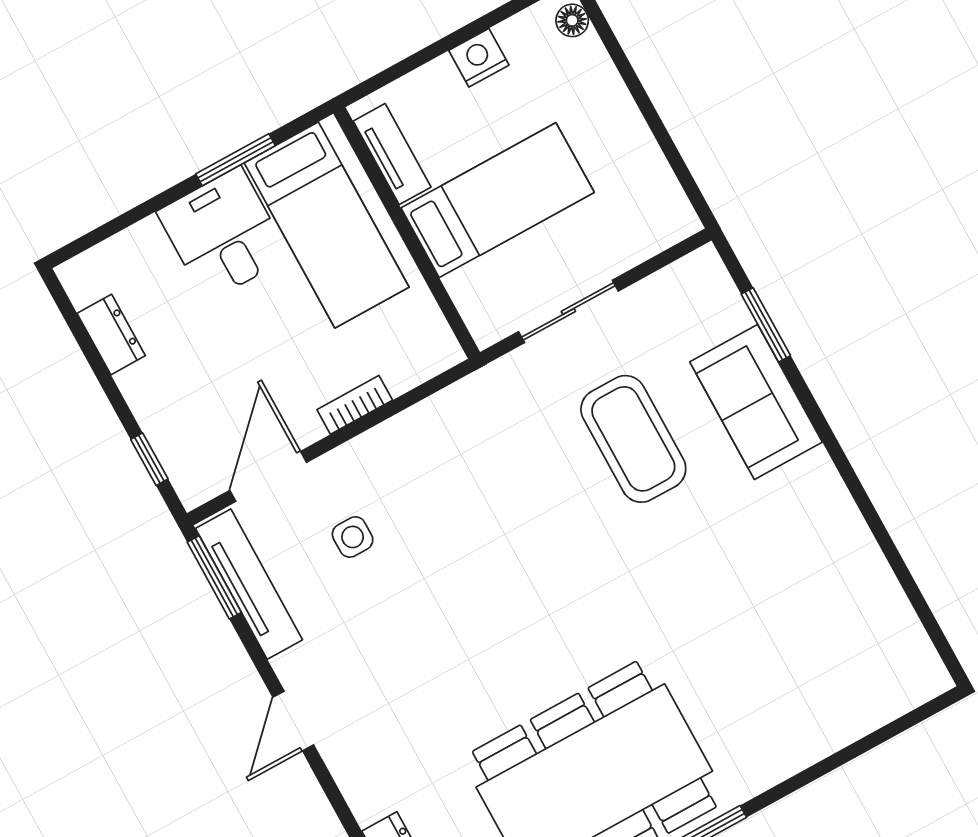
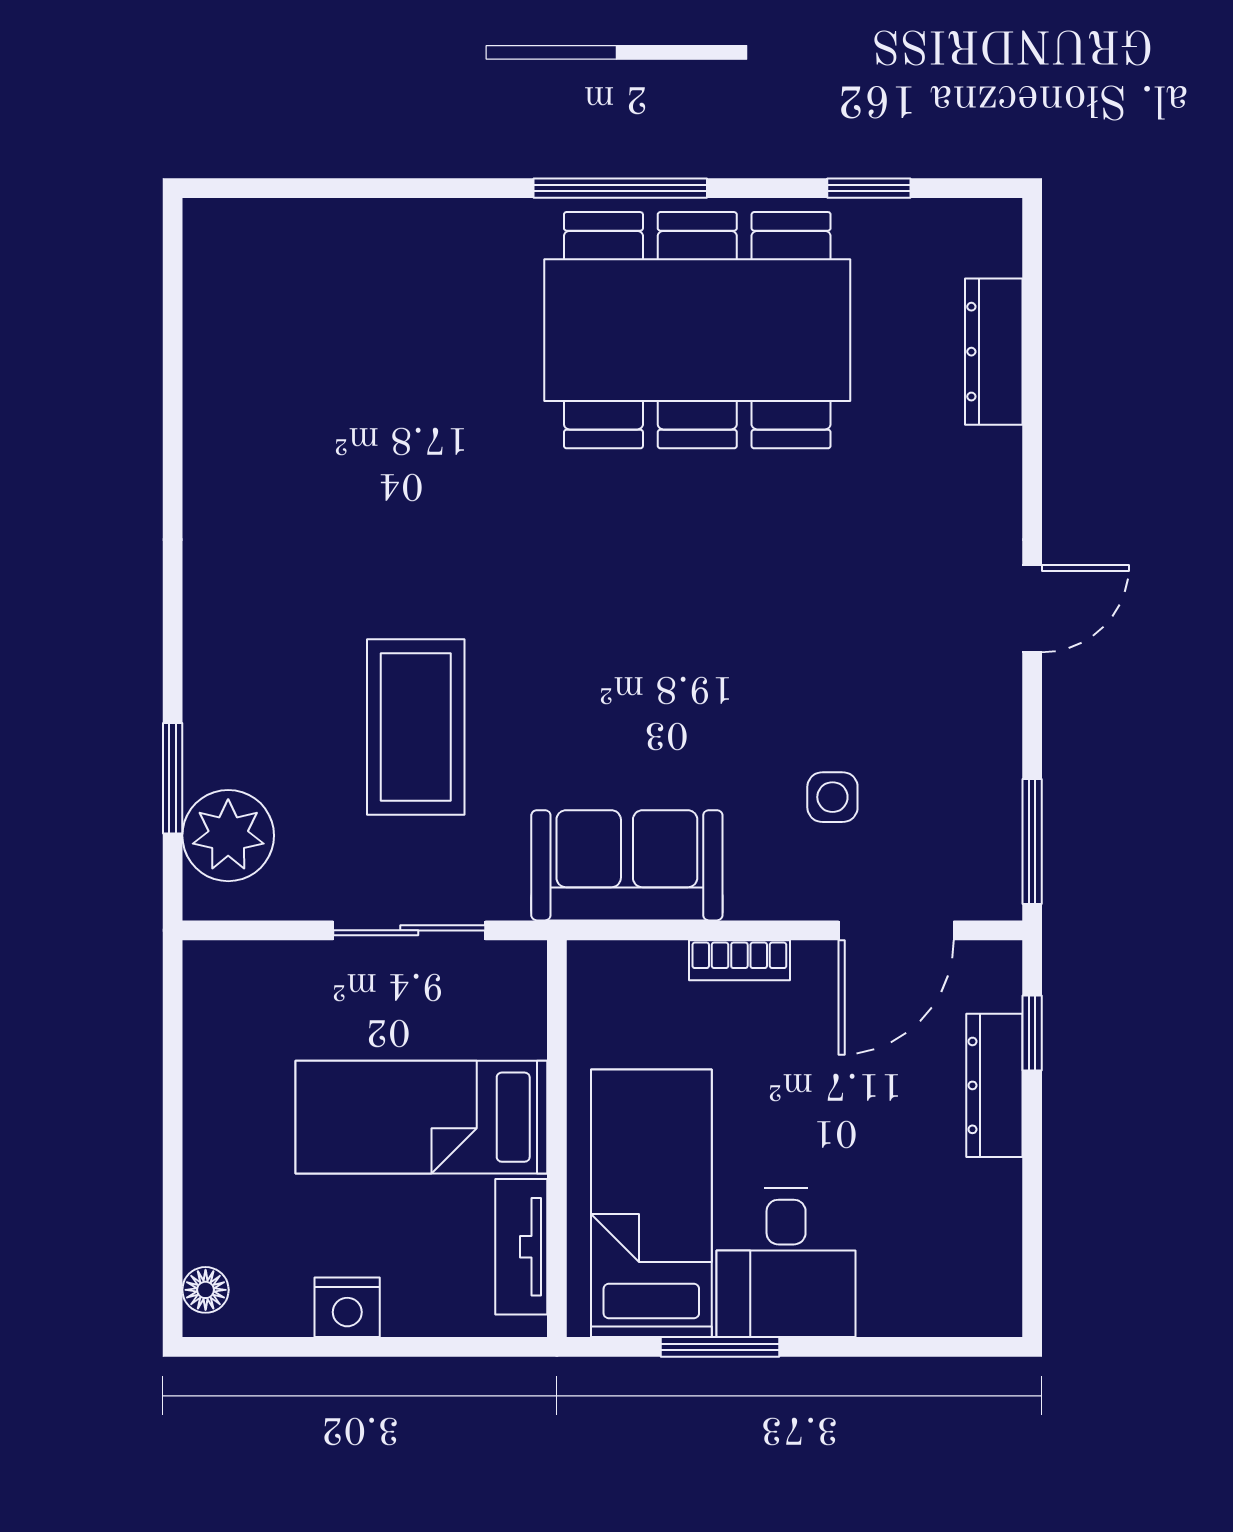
plant: (712, 308) -> (228, 836), added
dresser: (111, 334) -> (994, 1085), moved, width x1.44
sofa: (756, 402) -> (627, 865), moved, turned -90
tv unit: (249, 584) -> (994, 809), removed

